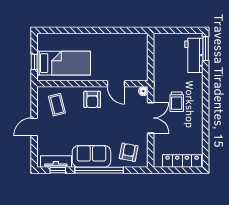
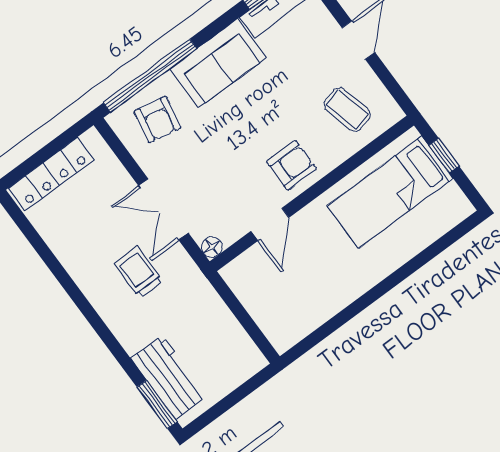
door: (116, 84) -> (270, 224), swing flipped
armchair: (92, 99) -> (291, 165), turned 90
window: (99, 170) -> (150, 76), moved

